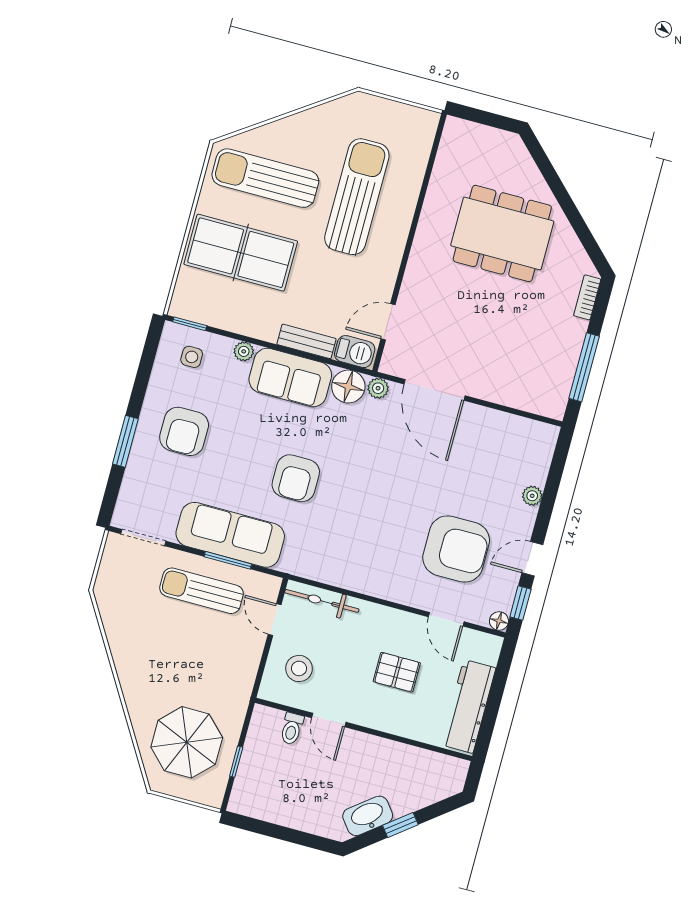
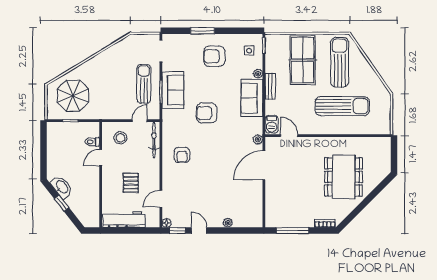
bench: (306, 341) -> (270, 86), moved
floor lamp: (348, 387) -> (255, 126), removed
sofa: (230, 535) -> (173, 90), width x0.73
armchair: (456, 549) -> (182, 155), moved, width x0.53, depth x0.53

